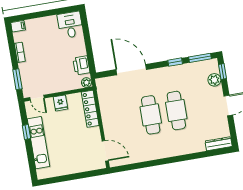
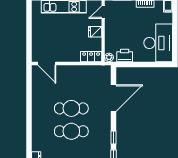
desk: (70, 25) -> (158, 43), width x1.87, depth x1.30
locker: (90, 109) -> (91, 57), width x0.66
door: (105, 151) -> (47, 64), hinge flipped

